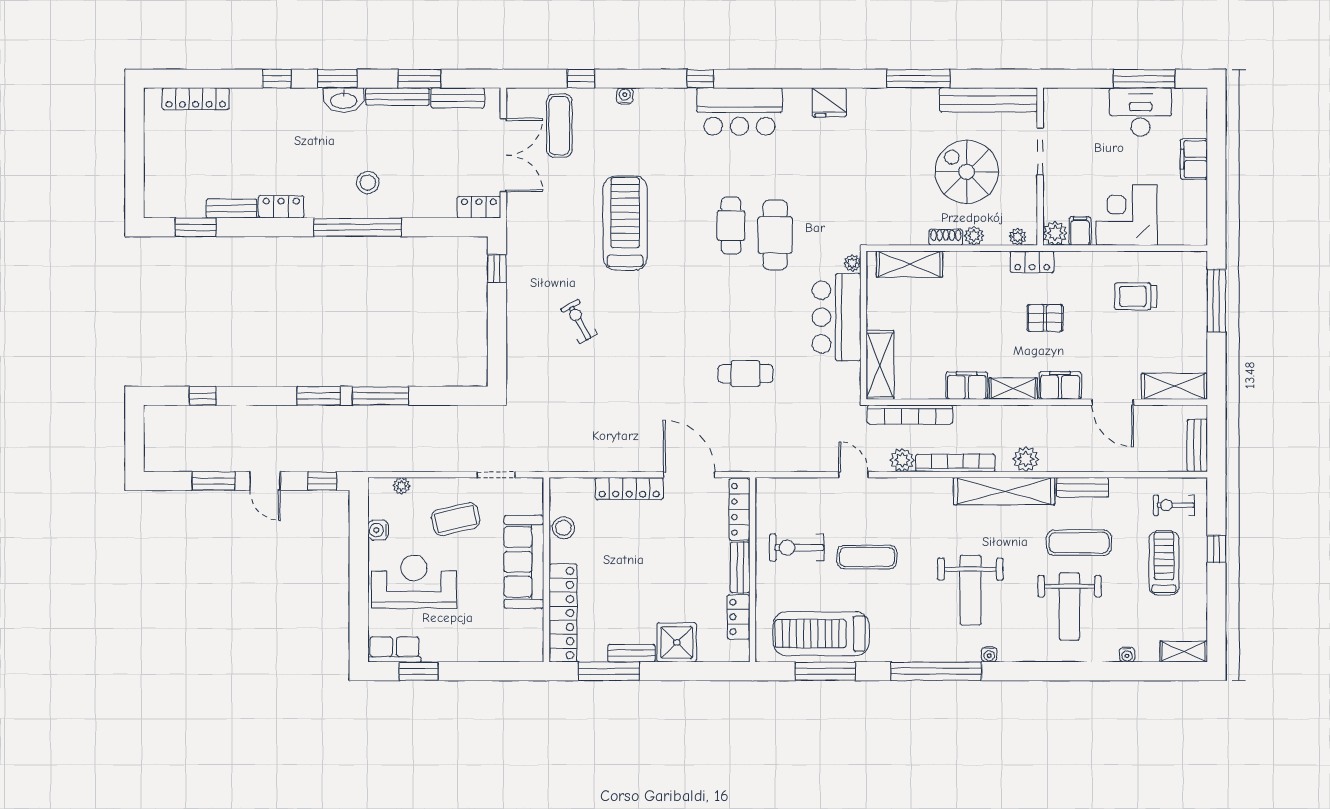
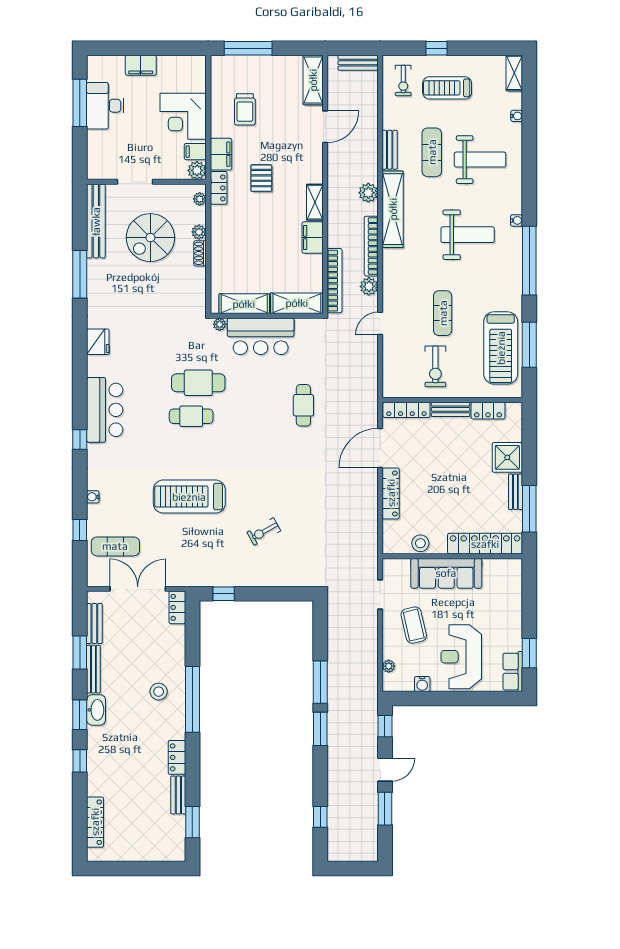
shelving: (909, 264) -> (244, 304), moved, turned 90
filing cabinet: (1060, 385) -> (221, 154), moved, turned 180

